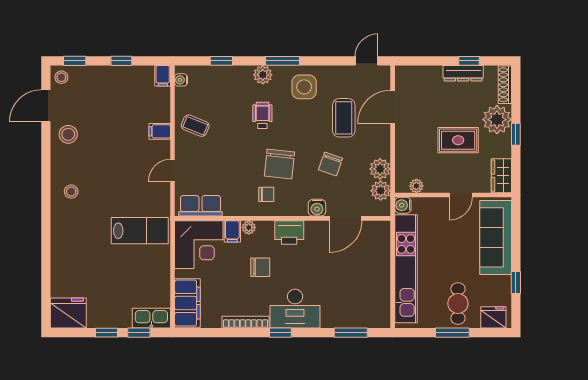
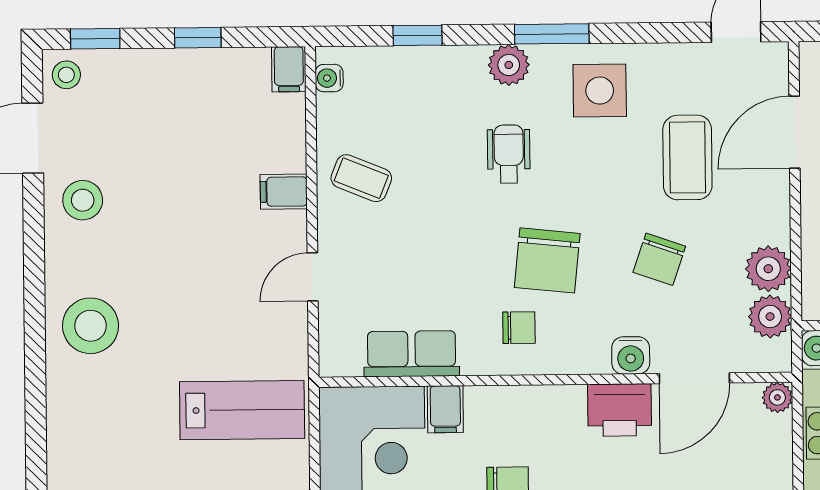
stool: (71, 192) -> (91, 326), width x1.89, depth x1.89
row of seats: (200, 206) -> (412, 354), moved
plant: (249, 227) -> (777, 397), moved
printer: (289, 232) -> (620, 410), moved

